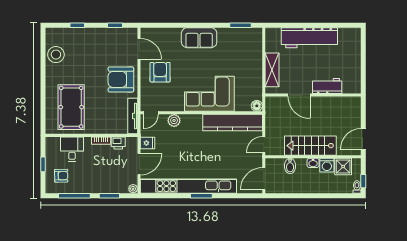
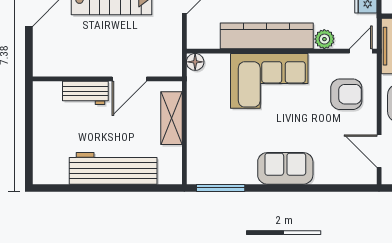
window: (240, 25) -> (221, 188), width x1.44
armchair: (160, 72) -> (346, 94), moved, turned -90
door: (299, 95) -> (129, 79), swing flipped
kitchen counter: (233, 123) -> (267, 36), moved

